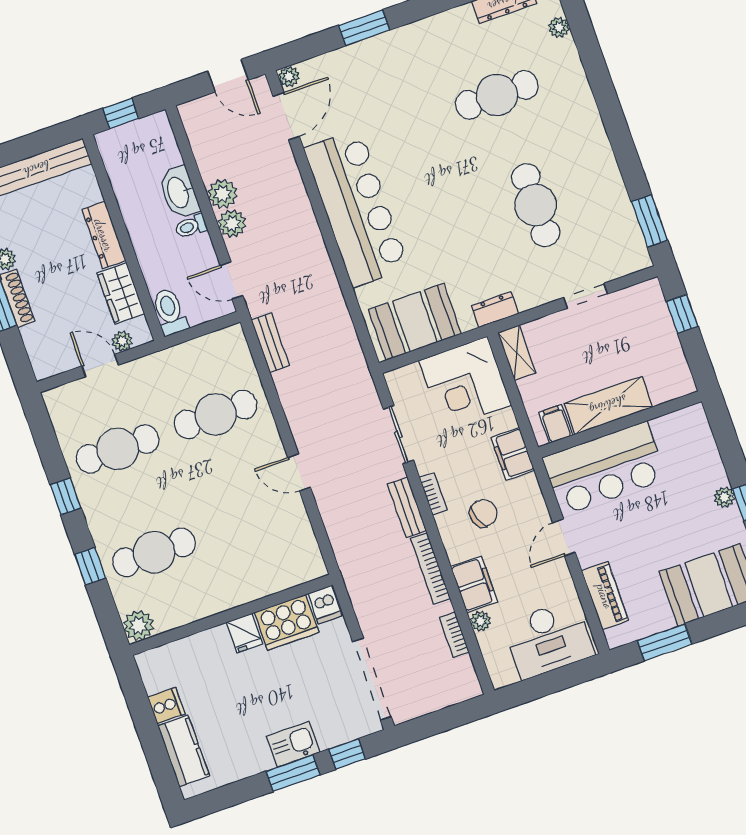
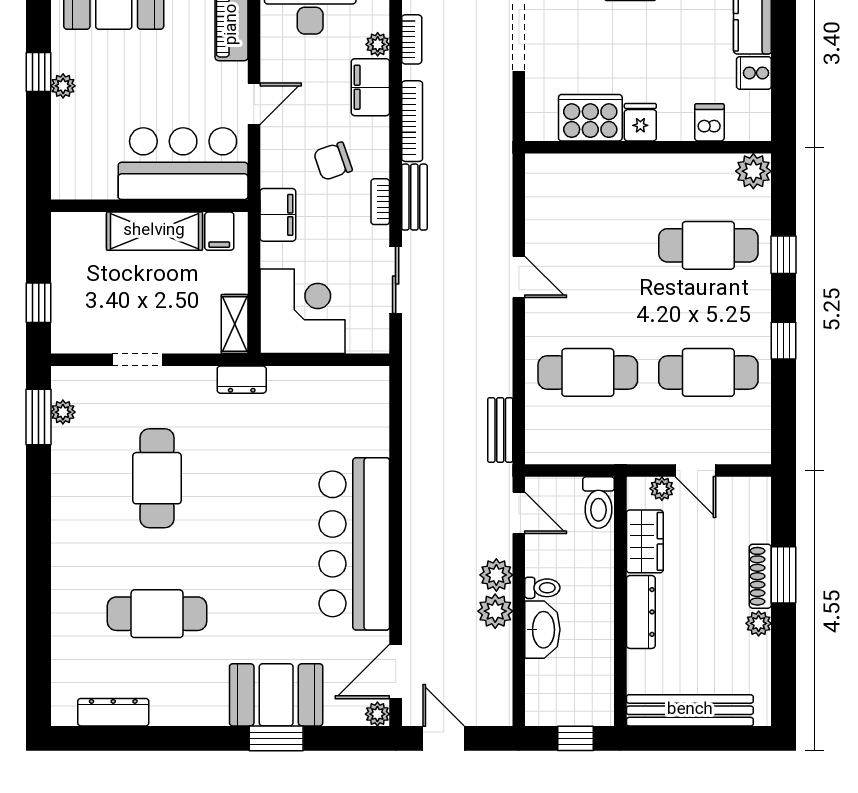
plant: (559, 27) -> (63, 412), moved
booth: (415, 322) -> (276, 695), moved
dishwasher: (325, 605) -> (709, 122), moved

